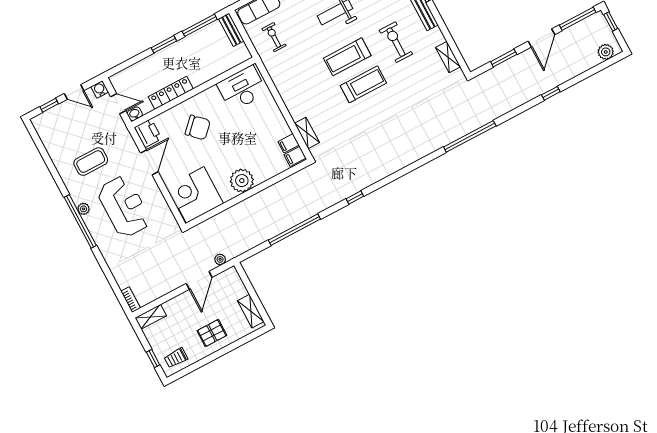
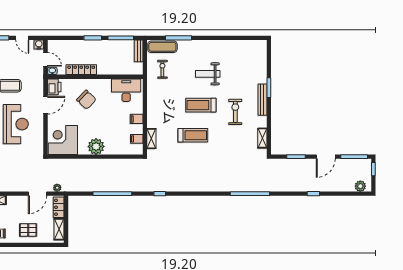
treadmill: (363, 84) -> (193, 135), moved
filing cabinet: (295, 156) -> (137, 119), moved
locker: (235, 283) -> (59, 207), added

